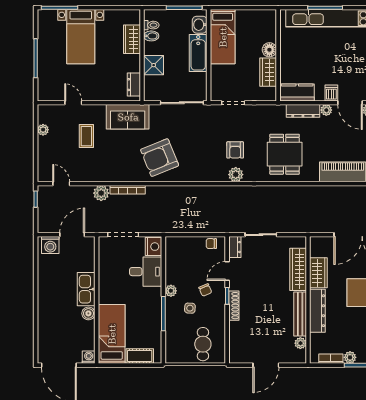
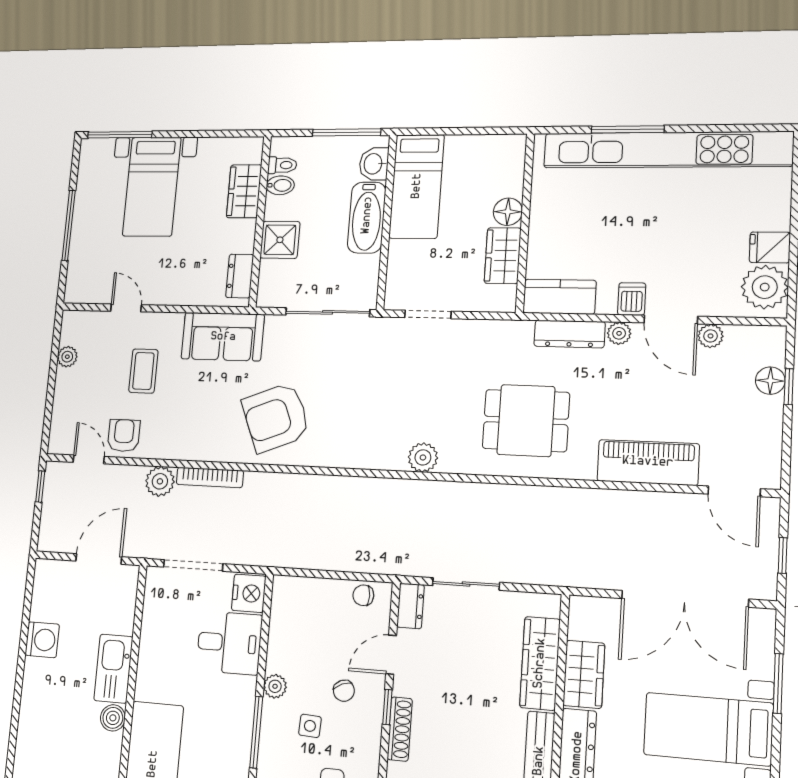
armchair: (235, 150) -> (124, 436), moved, turned 180
dining table: (285, 154) -> (526, 421), turned 90
washing machine: (50, 245) -> (42, 640), moved, turned -90

